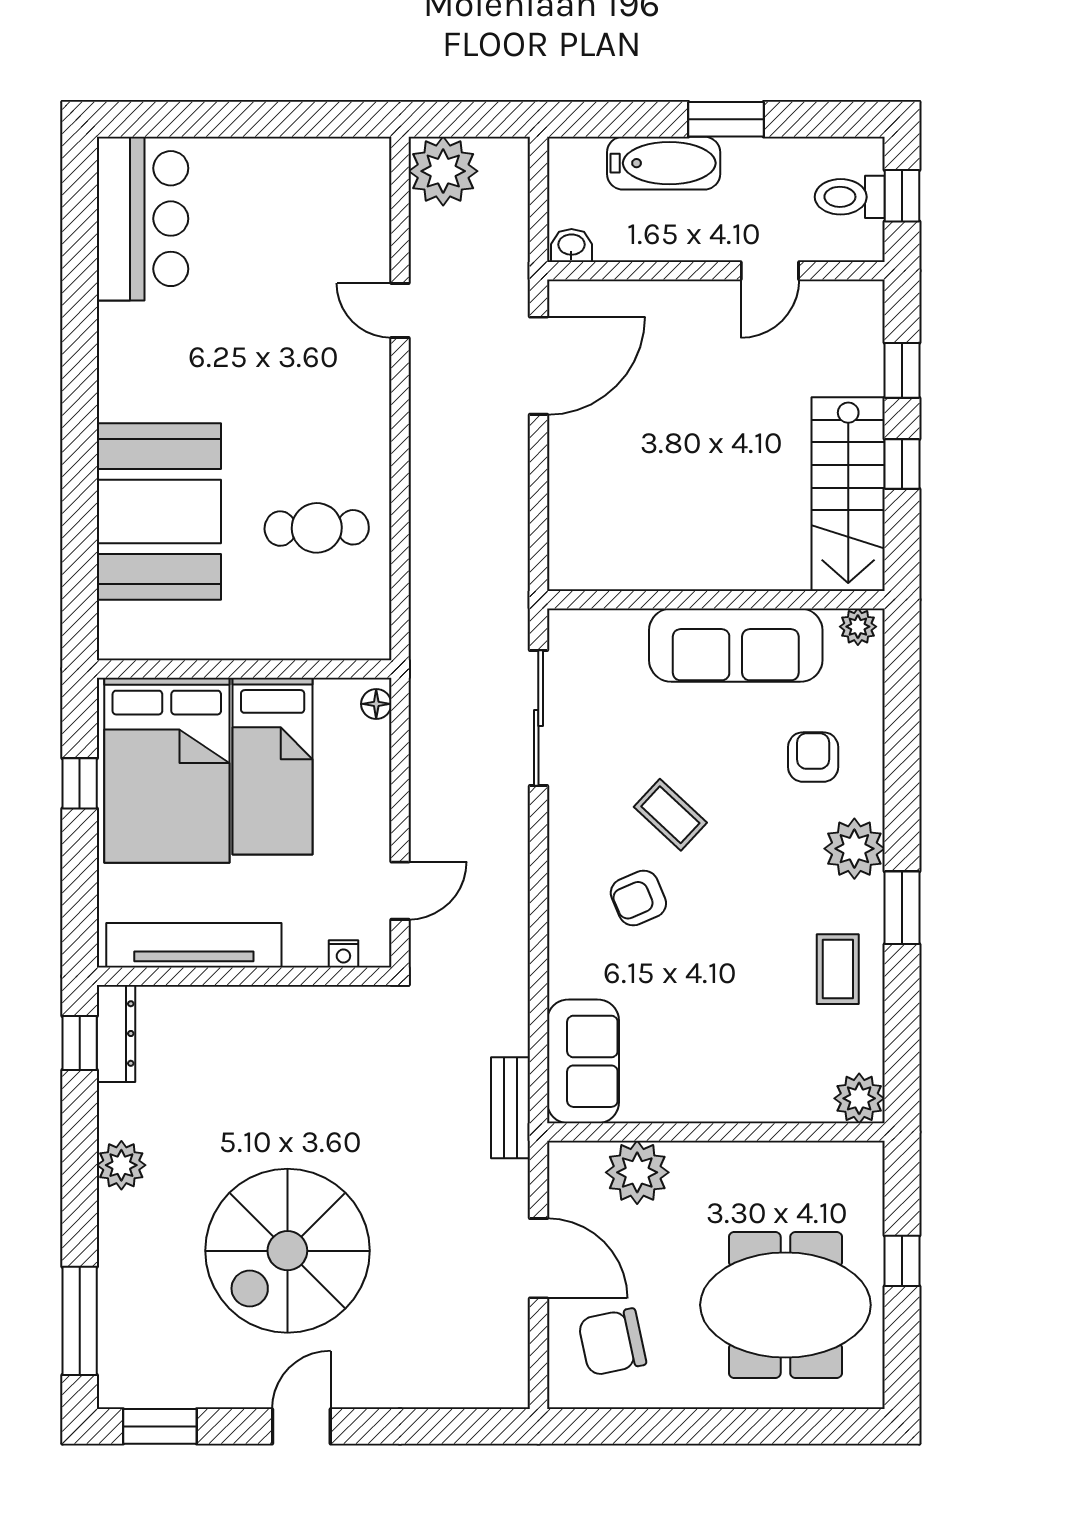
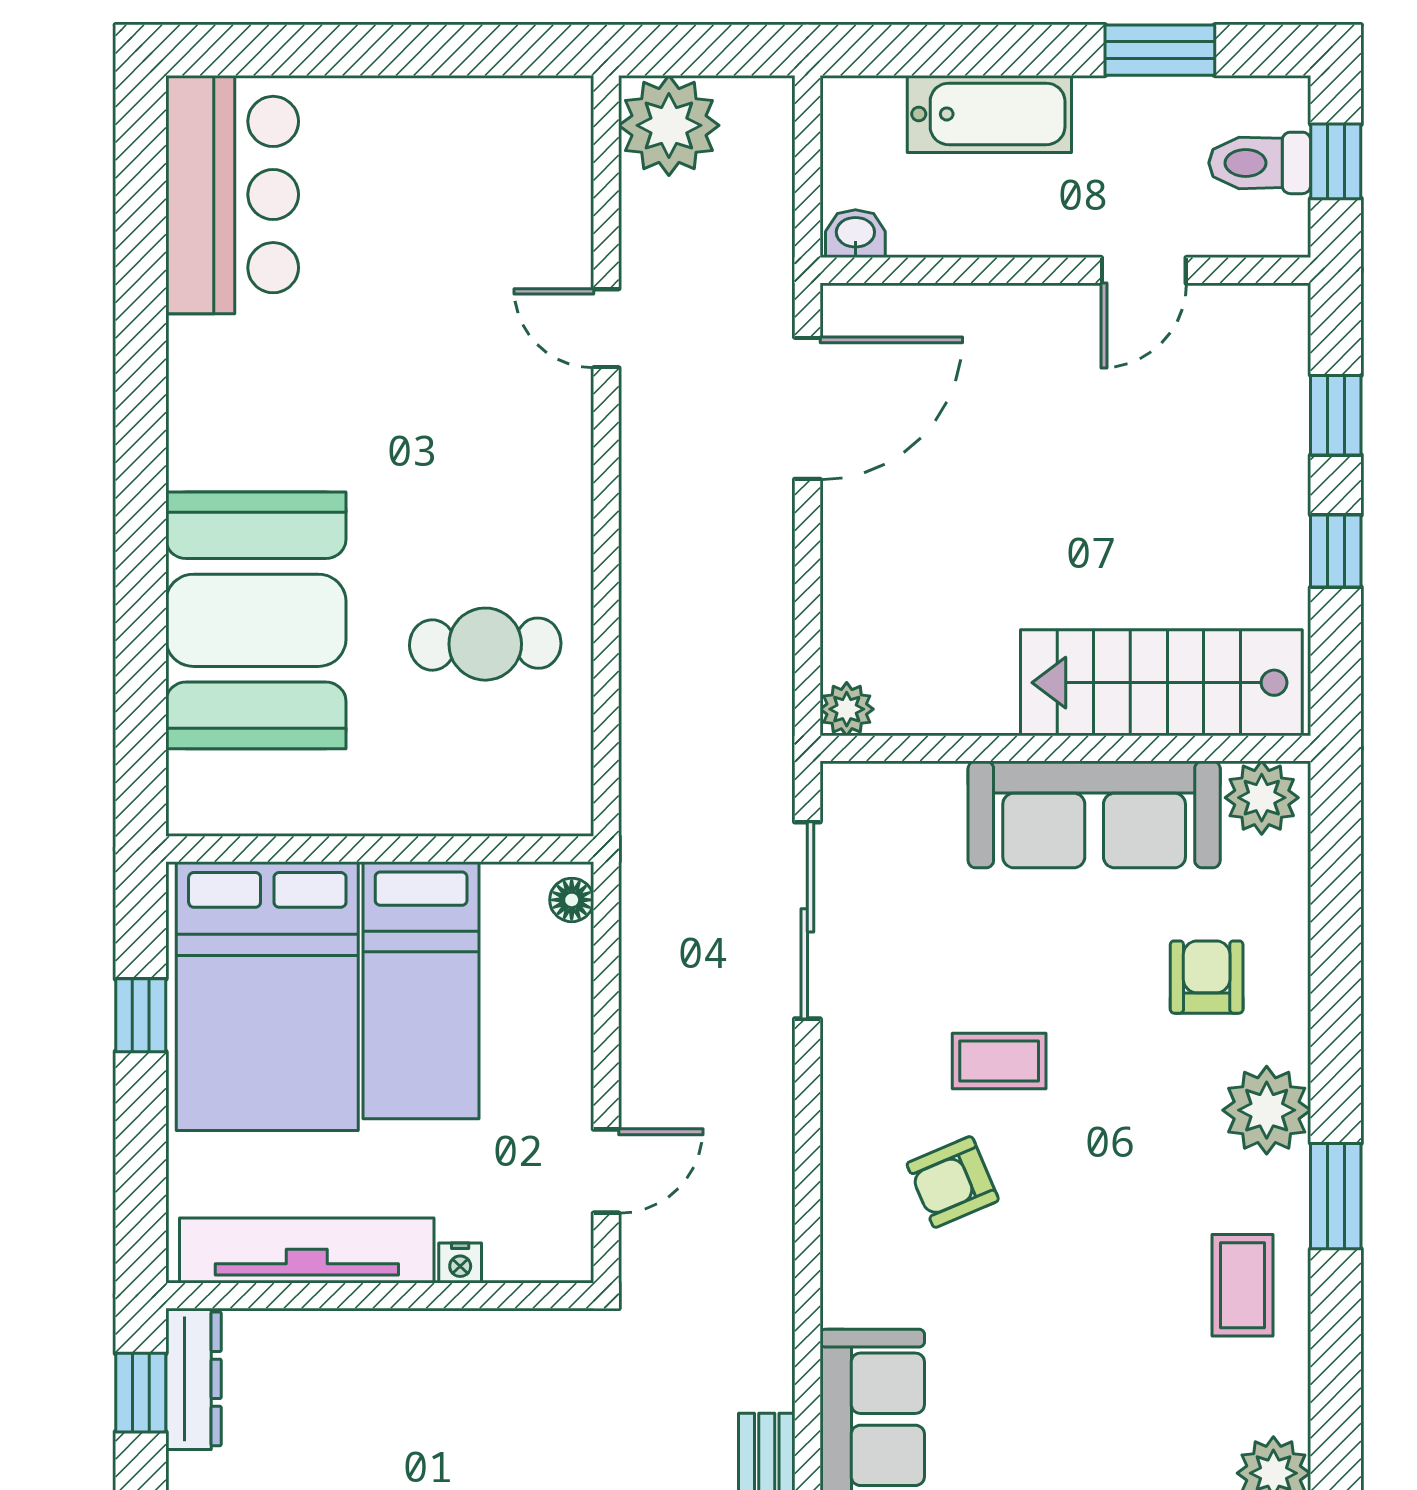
window: (726, 119) -> (1160, 50), moved
stairs: (848, 494) -> (1161, 683), moved, turned 90
plant: (565, 573) -> (847, 709), added
plant: (858, 627) -> (1262, 798), width x1.38, depth x1.38
coffee table: (670, 815) -> (999, 1061), turned -43
nightstand: (343, 954) -> (460, 1263), moved

